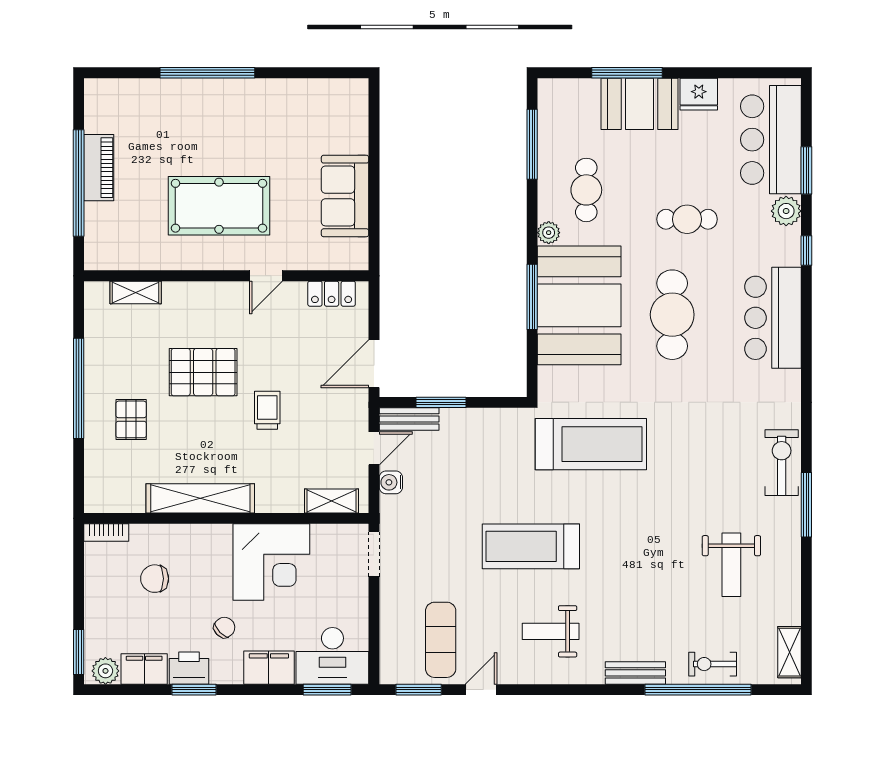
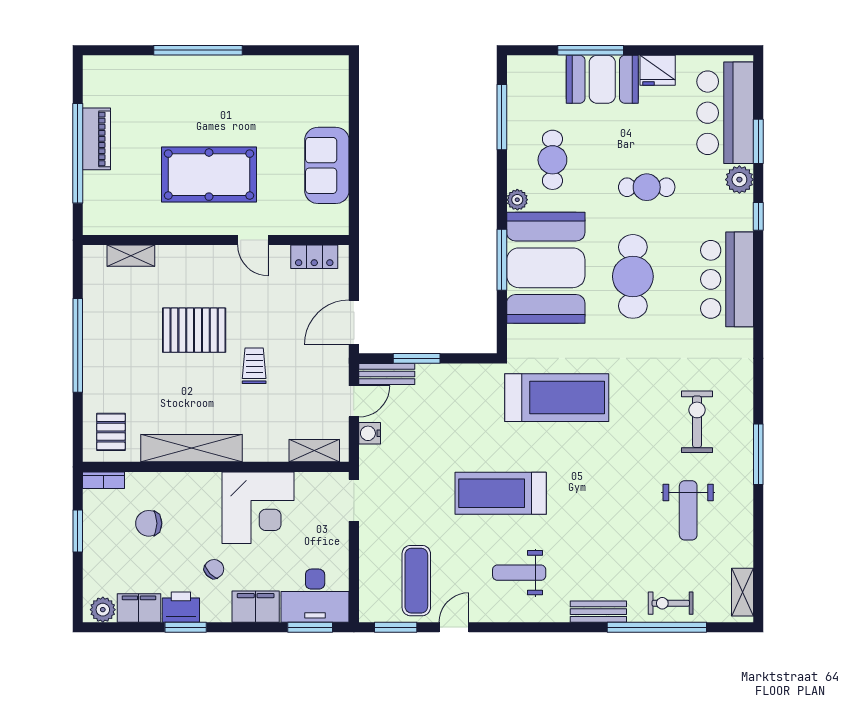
door: (266, 276) -> (253, 240), hinge flipped
pallet: (131, 419) -> (111, 432), moved
exercise bike: (782, 463) -> (697, 422), moved
window: (79, 652) -> (78, 531), moved

